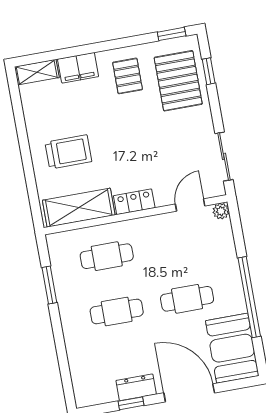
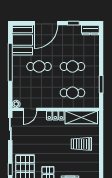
dresser: (136, 387) -> (90, 30), moved
door: (189, 393) -> (46, 23), hinge flipped

